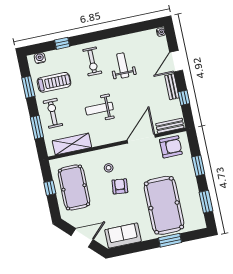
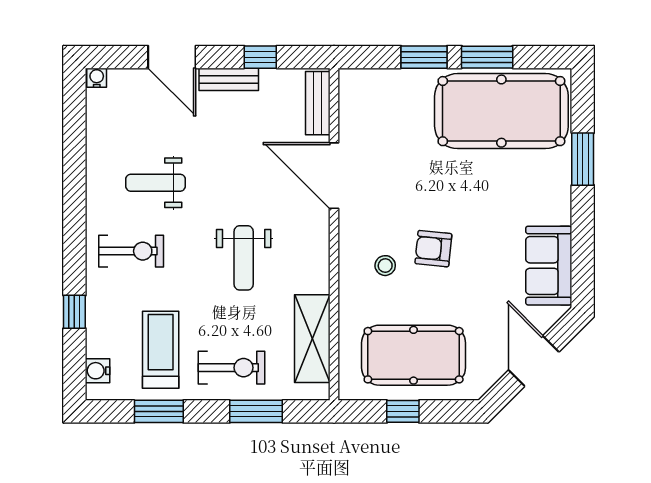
exercise bike: (53, 113) -> (232, 368), turned 180
armchair: (171, 147) -> (367, 111), removed
window: (206, 202) -> (487, 57), moved
pool table: (164, 205) -> (501, 111), moved

